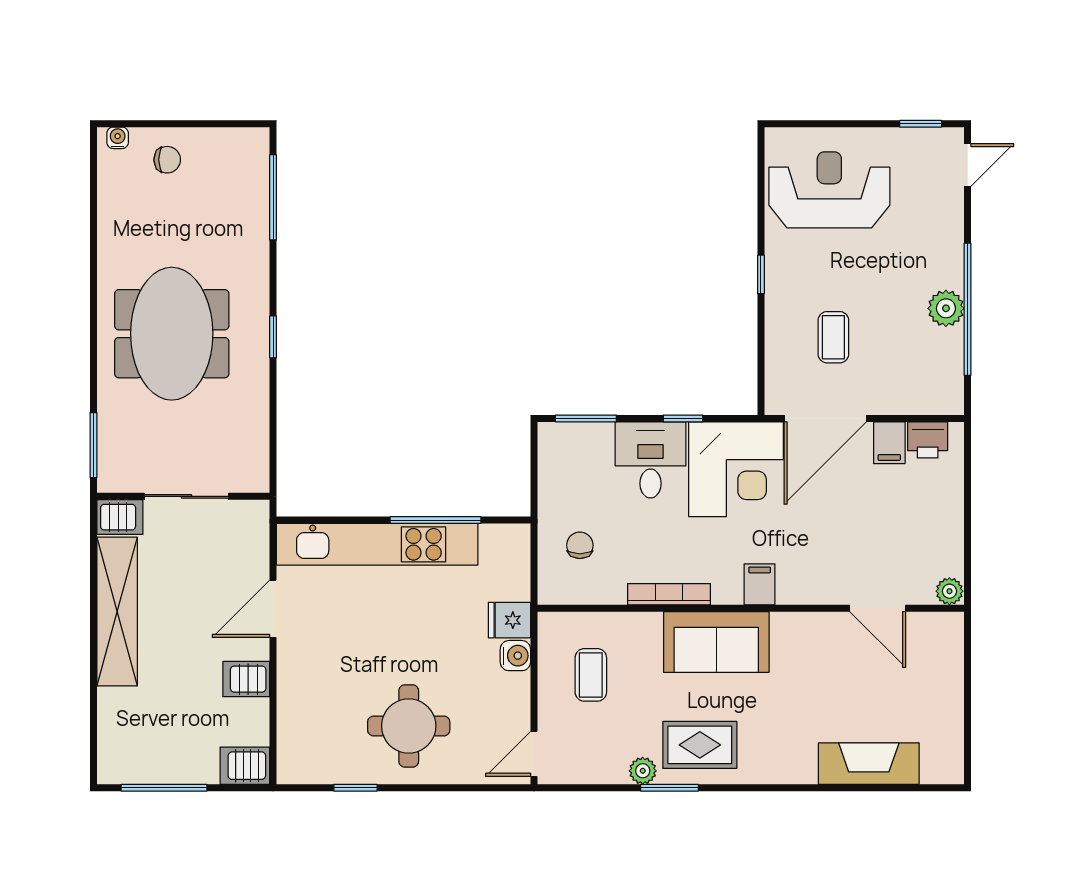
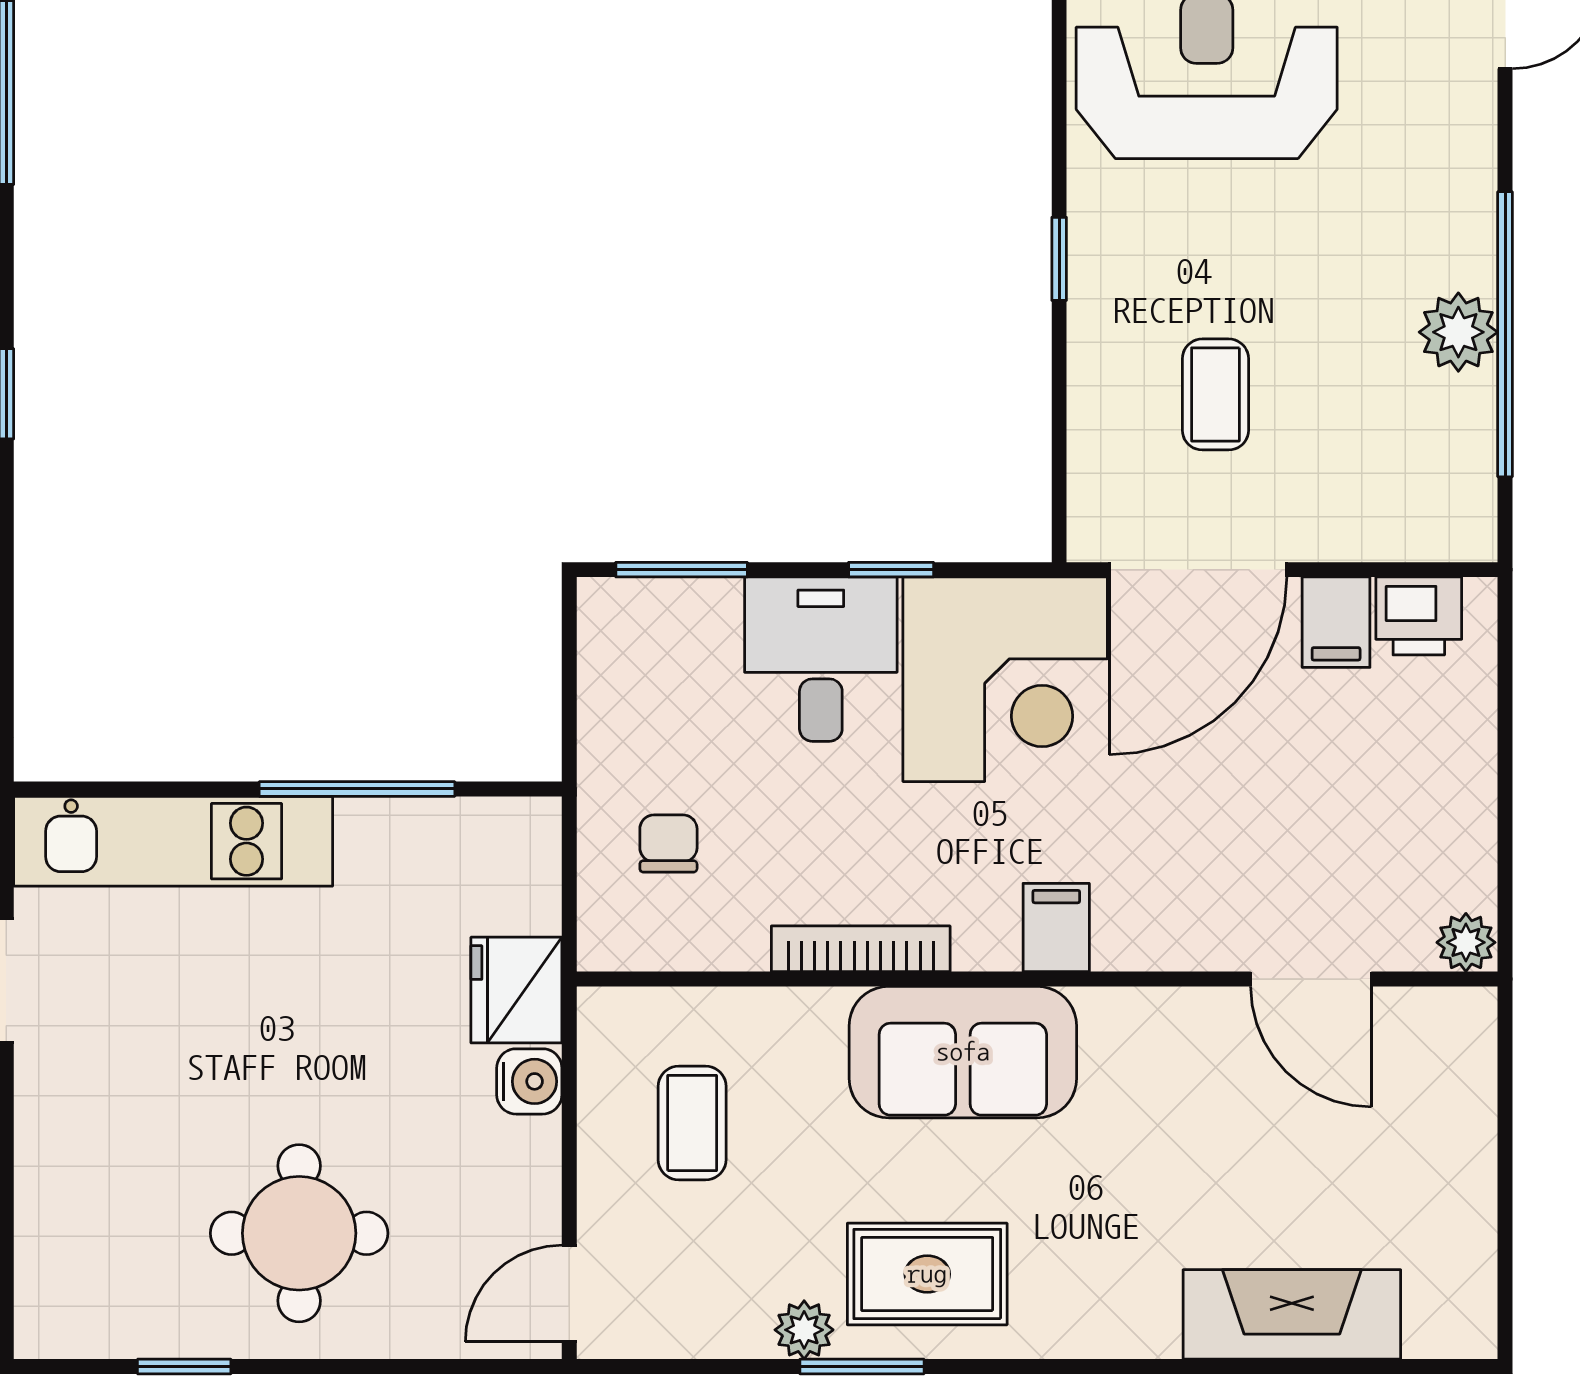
kitchen unit: (377, 544) -> (173, 841), width x0.73
fridge: (509, 620) -> (516, 990), width x1.38

